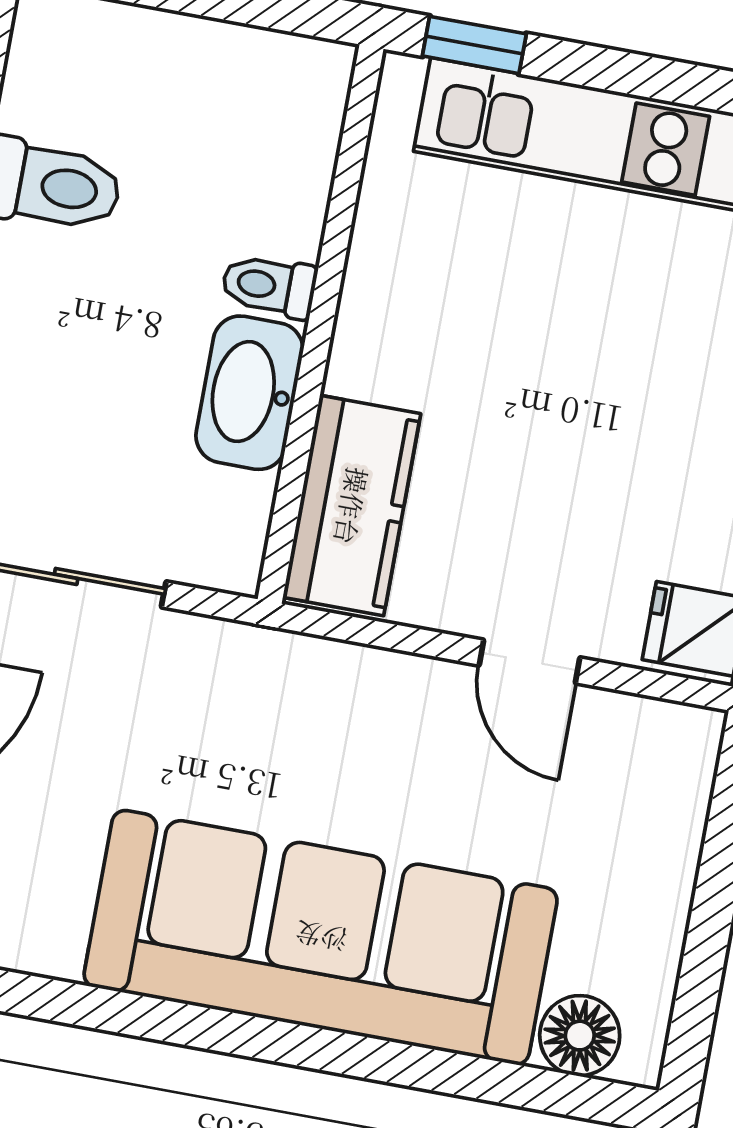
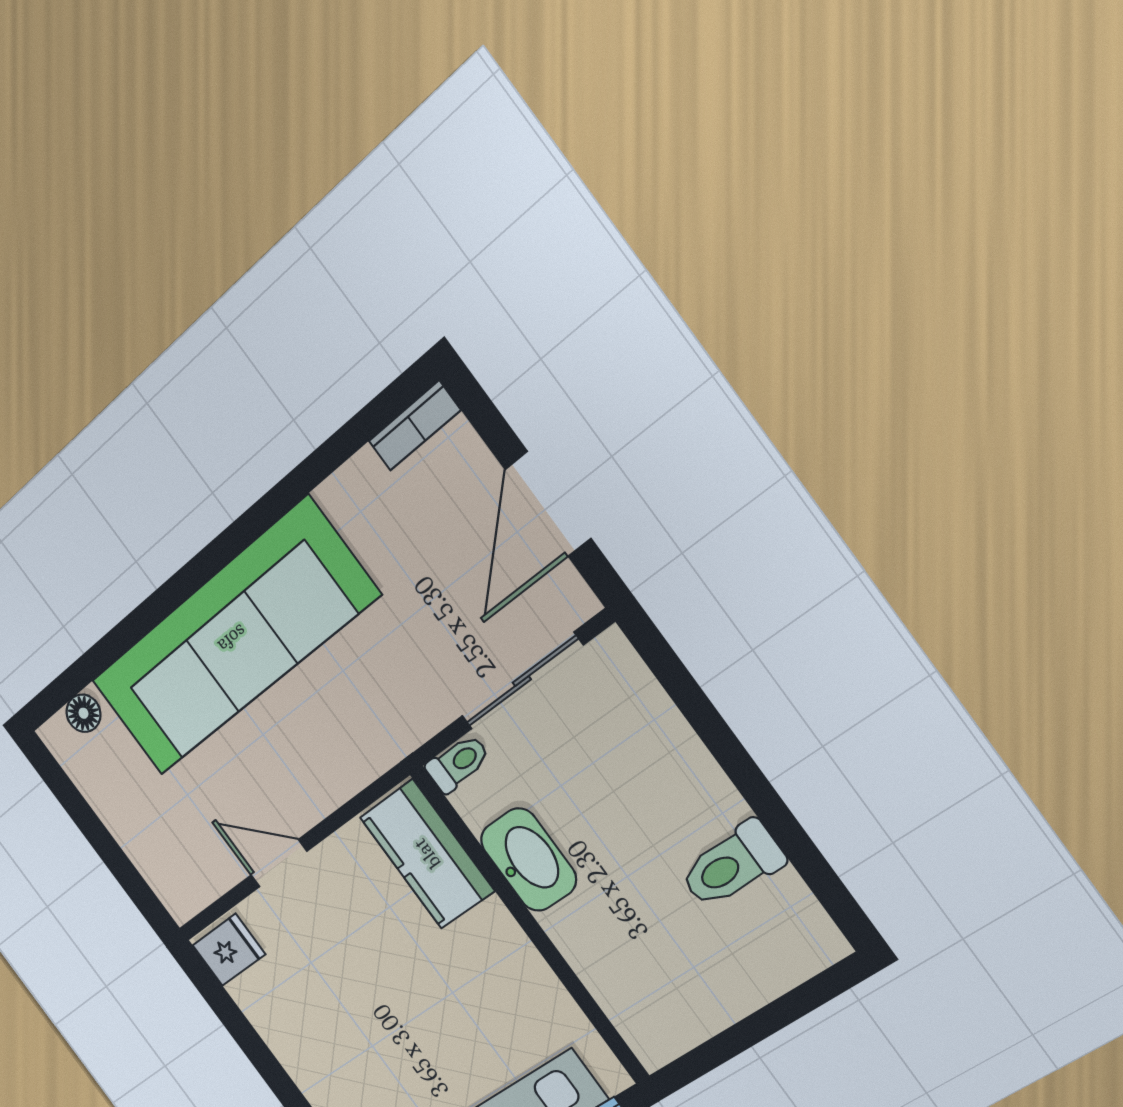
toilet: (269, 286) -> (458, 763), moved
floor lamp: (580, 1036) -> (83, 713), width x0.73, depth x0.73

